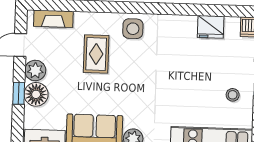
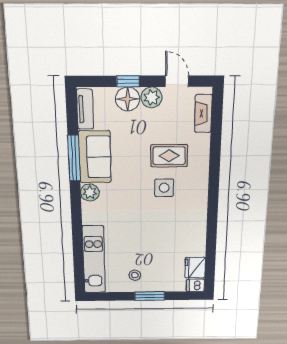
fridge: (211, 27) -> (195, 268), moved
side table: (133, 29) -> (164, 188), moved

